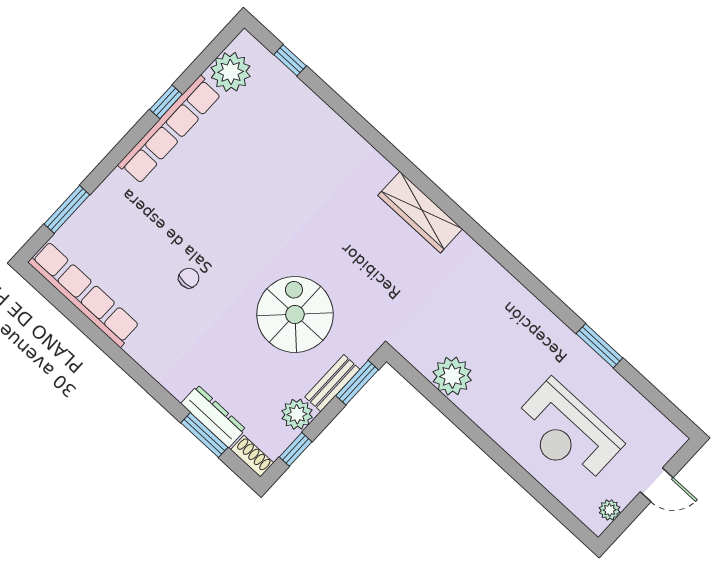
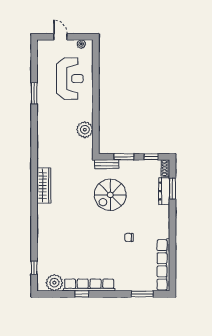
bench: (332, 383) -> (107, 164), moved
window: (357, 383) -> (124, 157), moved
plant: (297, 414) -> (140, 166), removed

